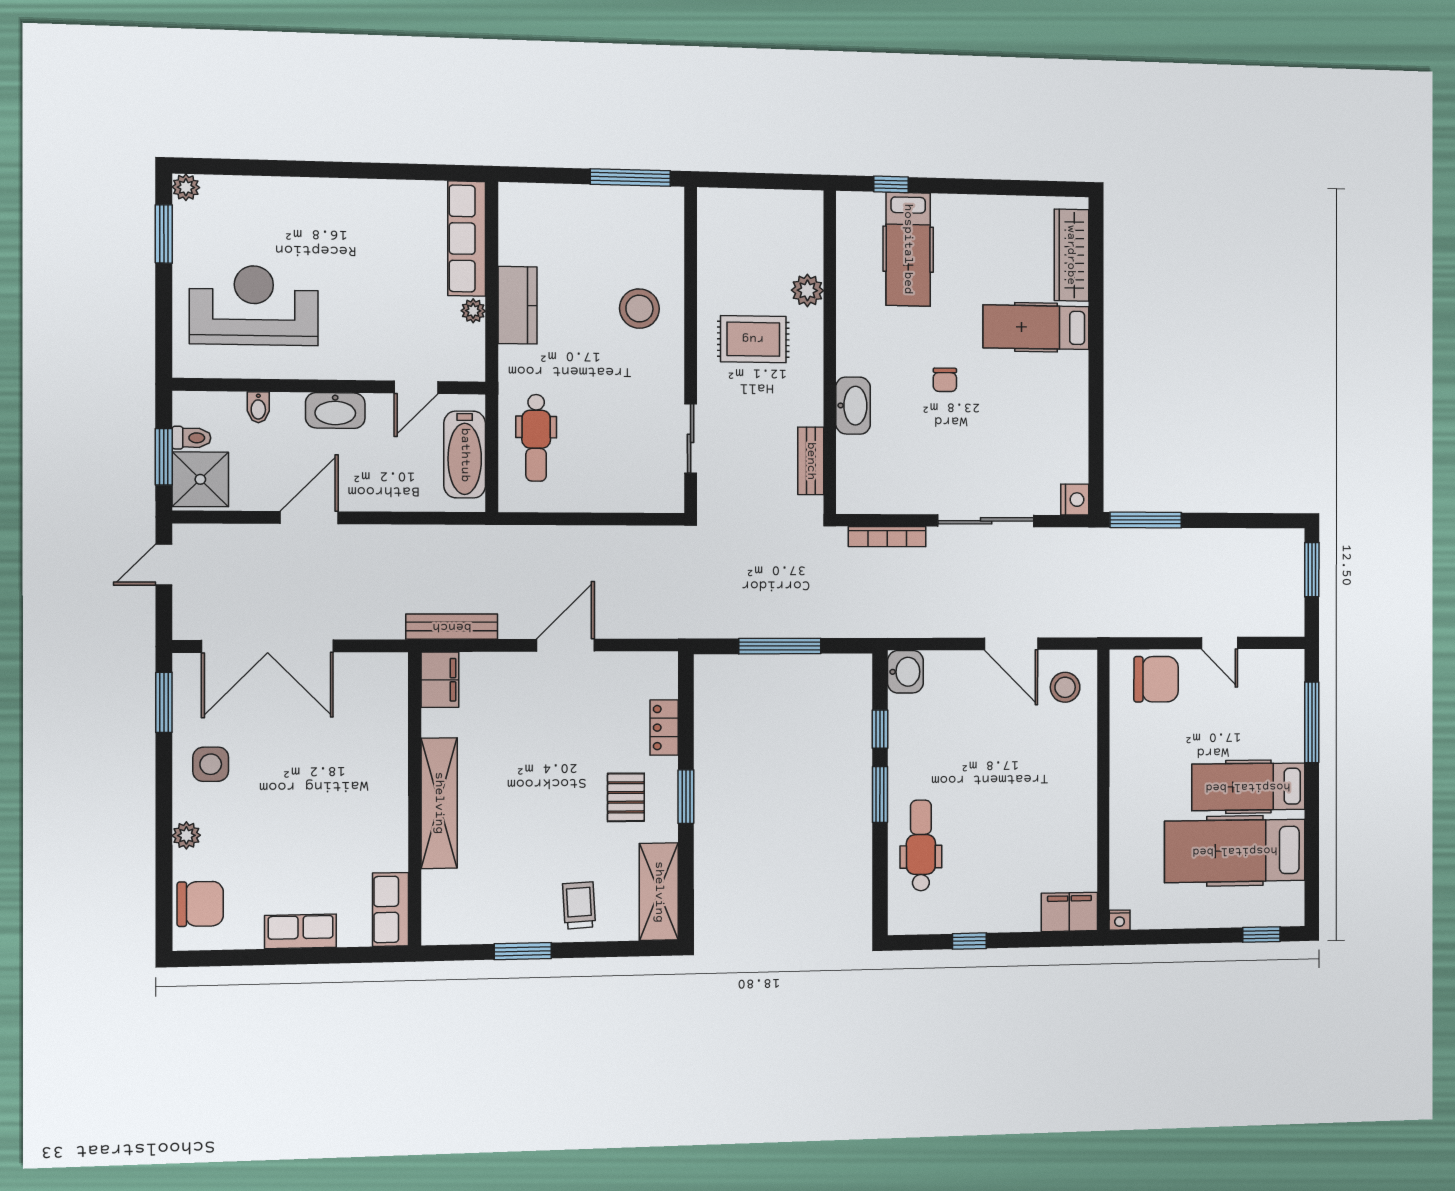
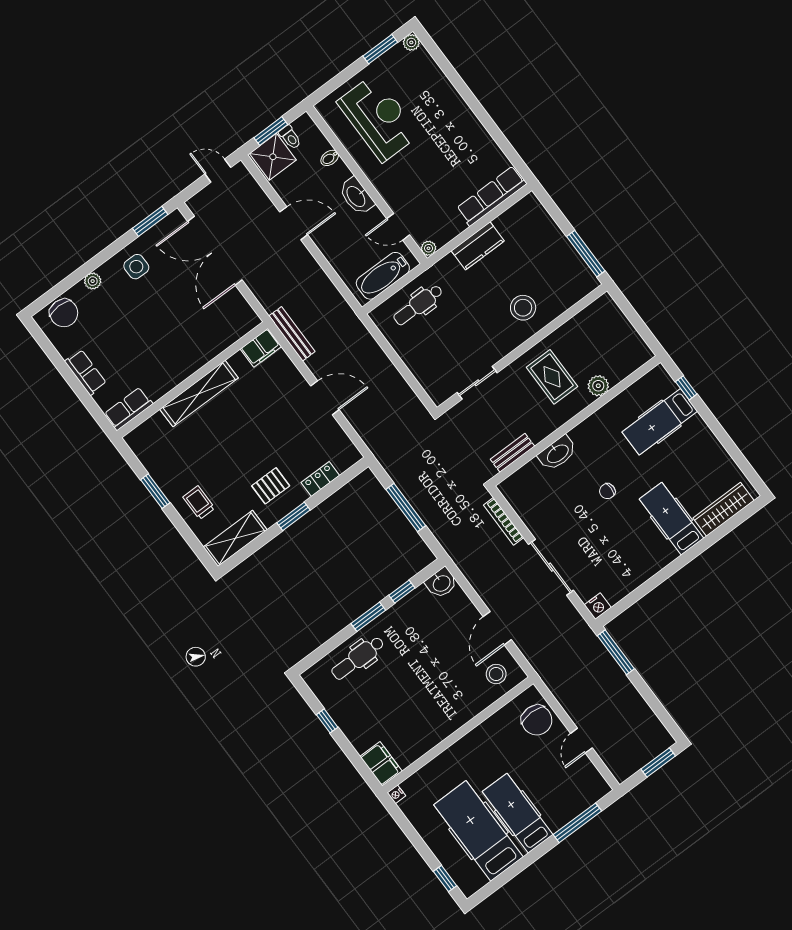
plant: (473, 311) -> (429, 248), moved
dental chair: (921, 845) -> (358, 658), turned 180
trolley: (579, 905) -> (199, 503), turned -87

